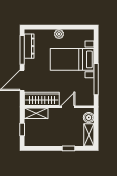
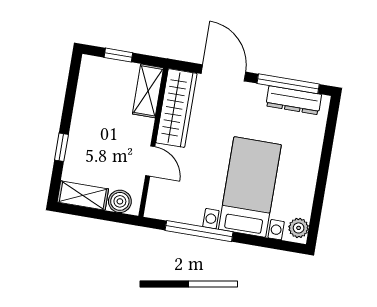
plant: (59, 34) -> (299, 228), moved

